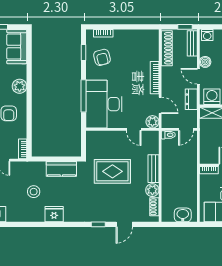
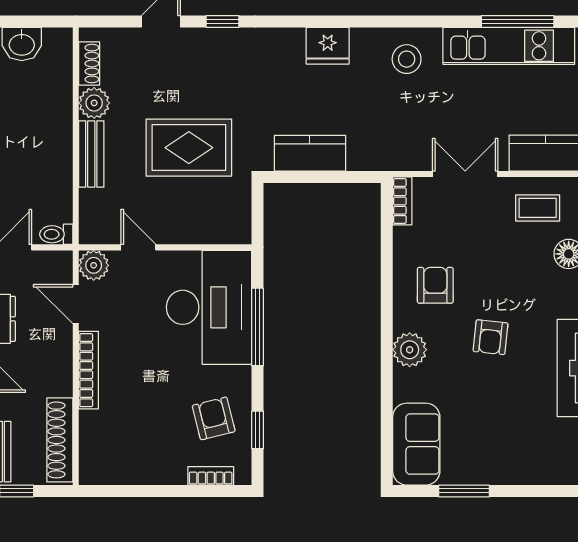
stool: (34, 192) -> (407, 59), moved

